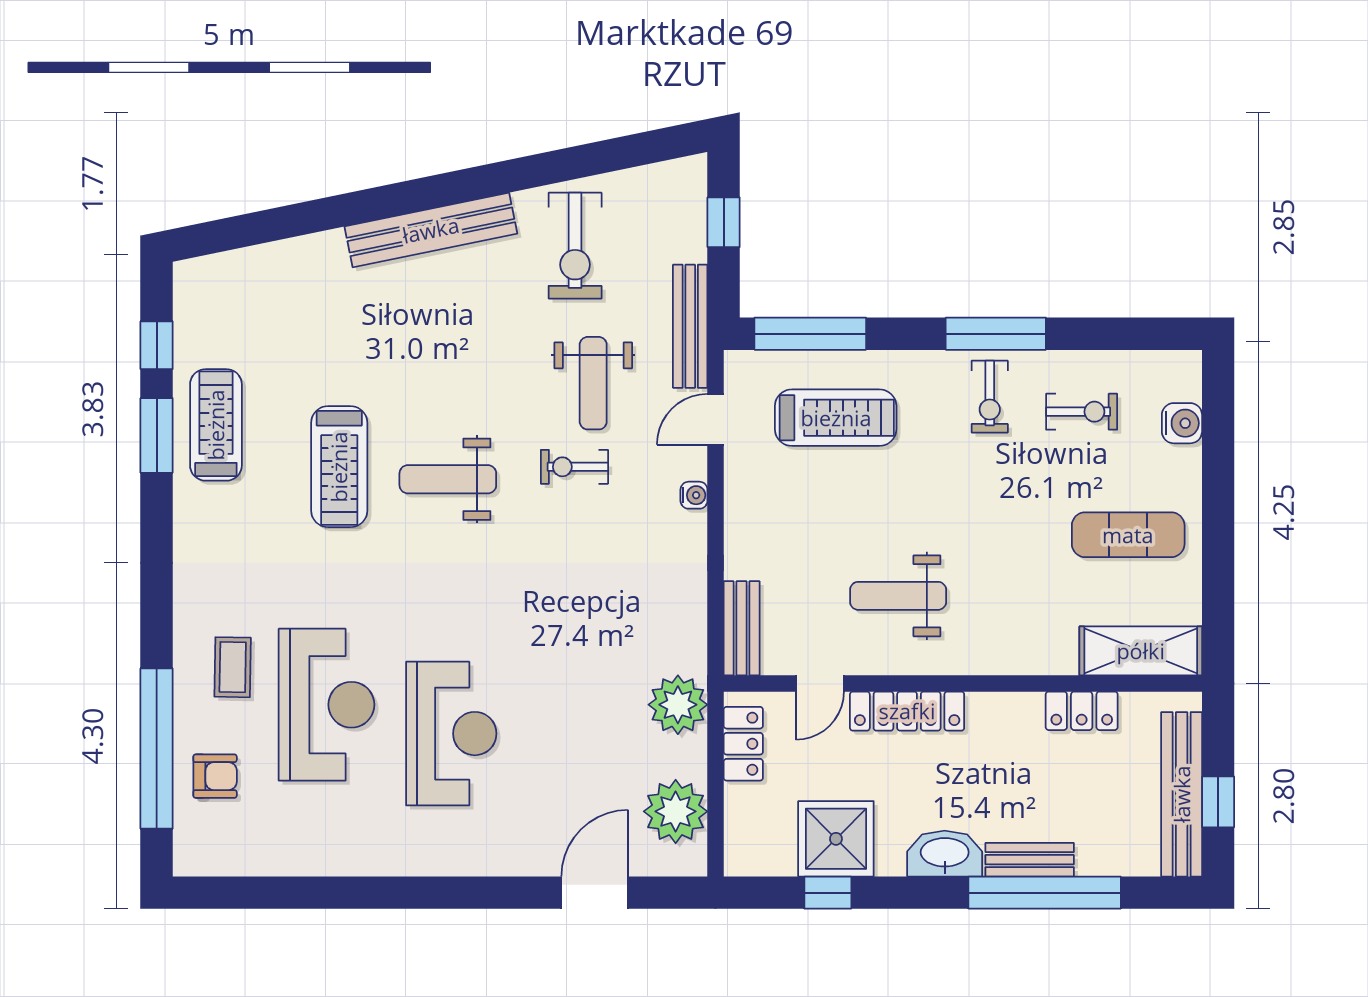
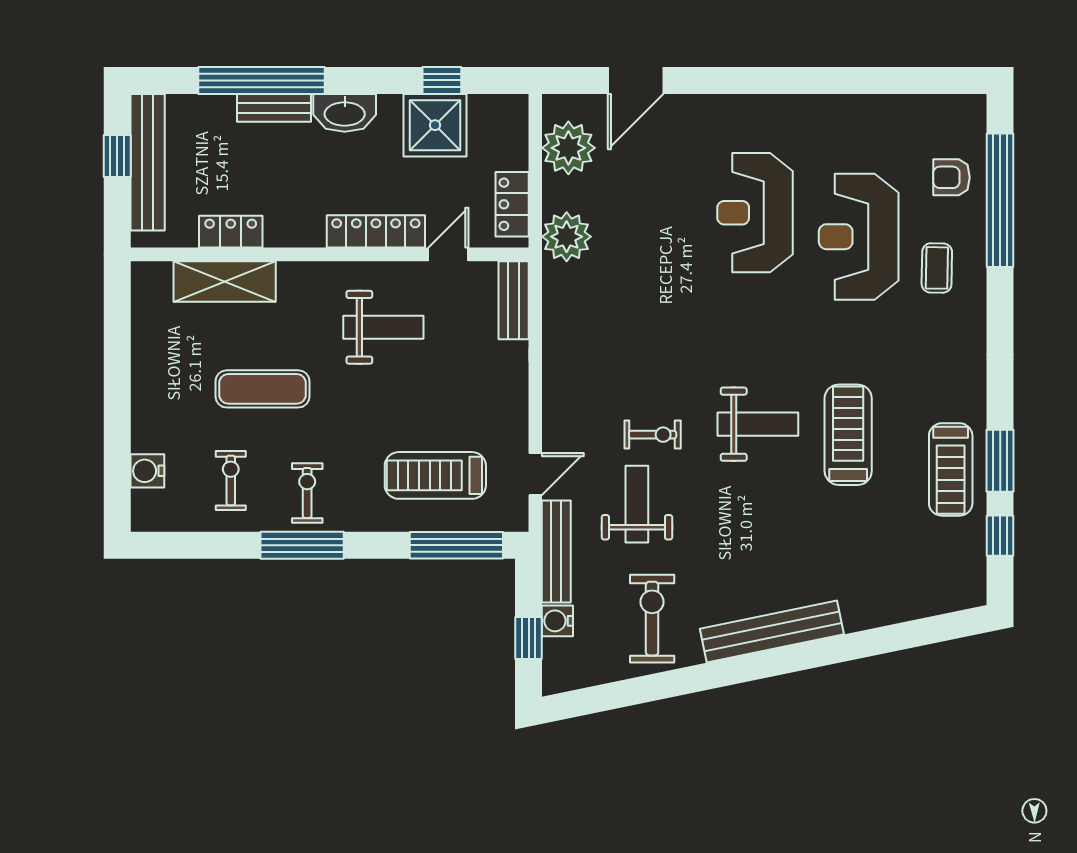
exercise bike: (1082, 412) -> (231, 480), turned 90
water cooler: (694, 495) -> (557, 621), moved, width x1.38, depth x1.38
exercise mat: (1128, 535) -> (262, 389), moved
shelving: (1141, 651) -> (225, 281), moved

